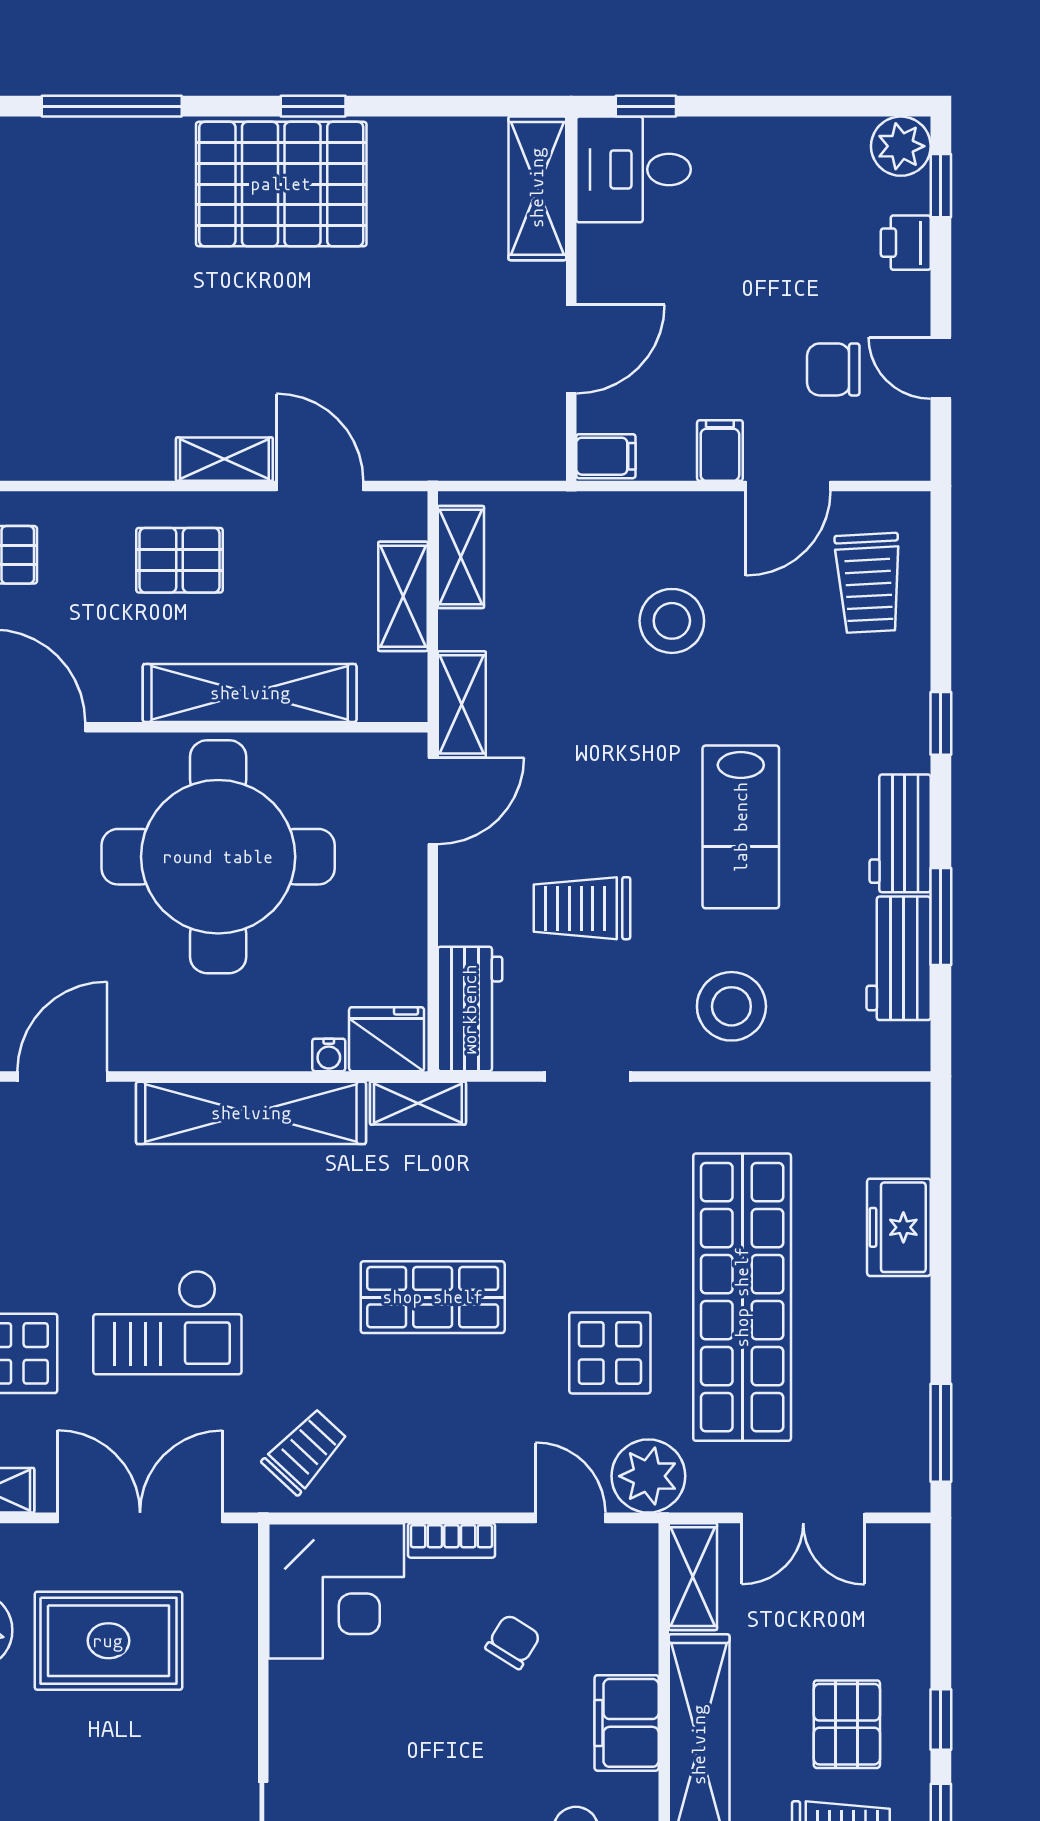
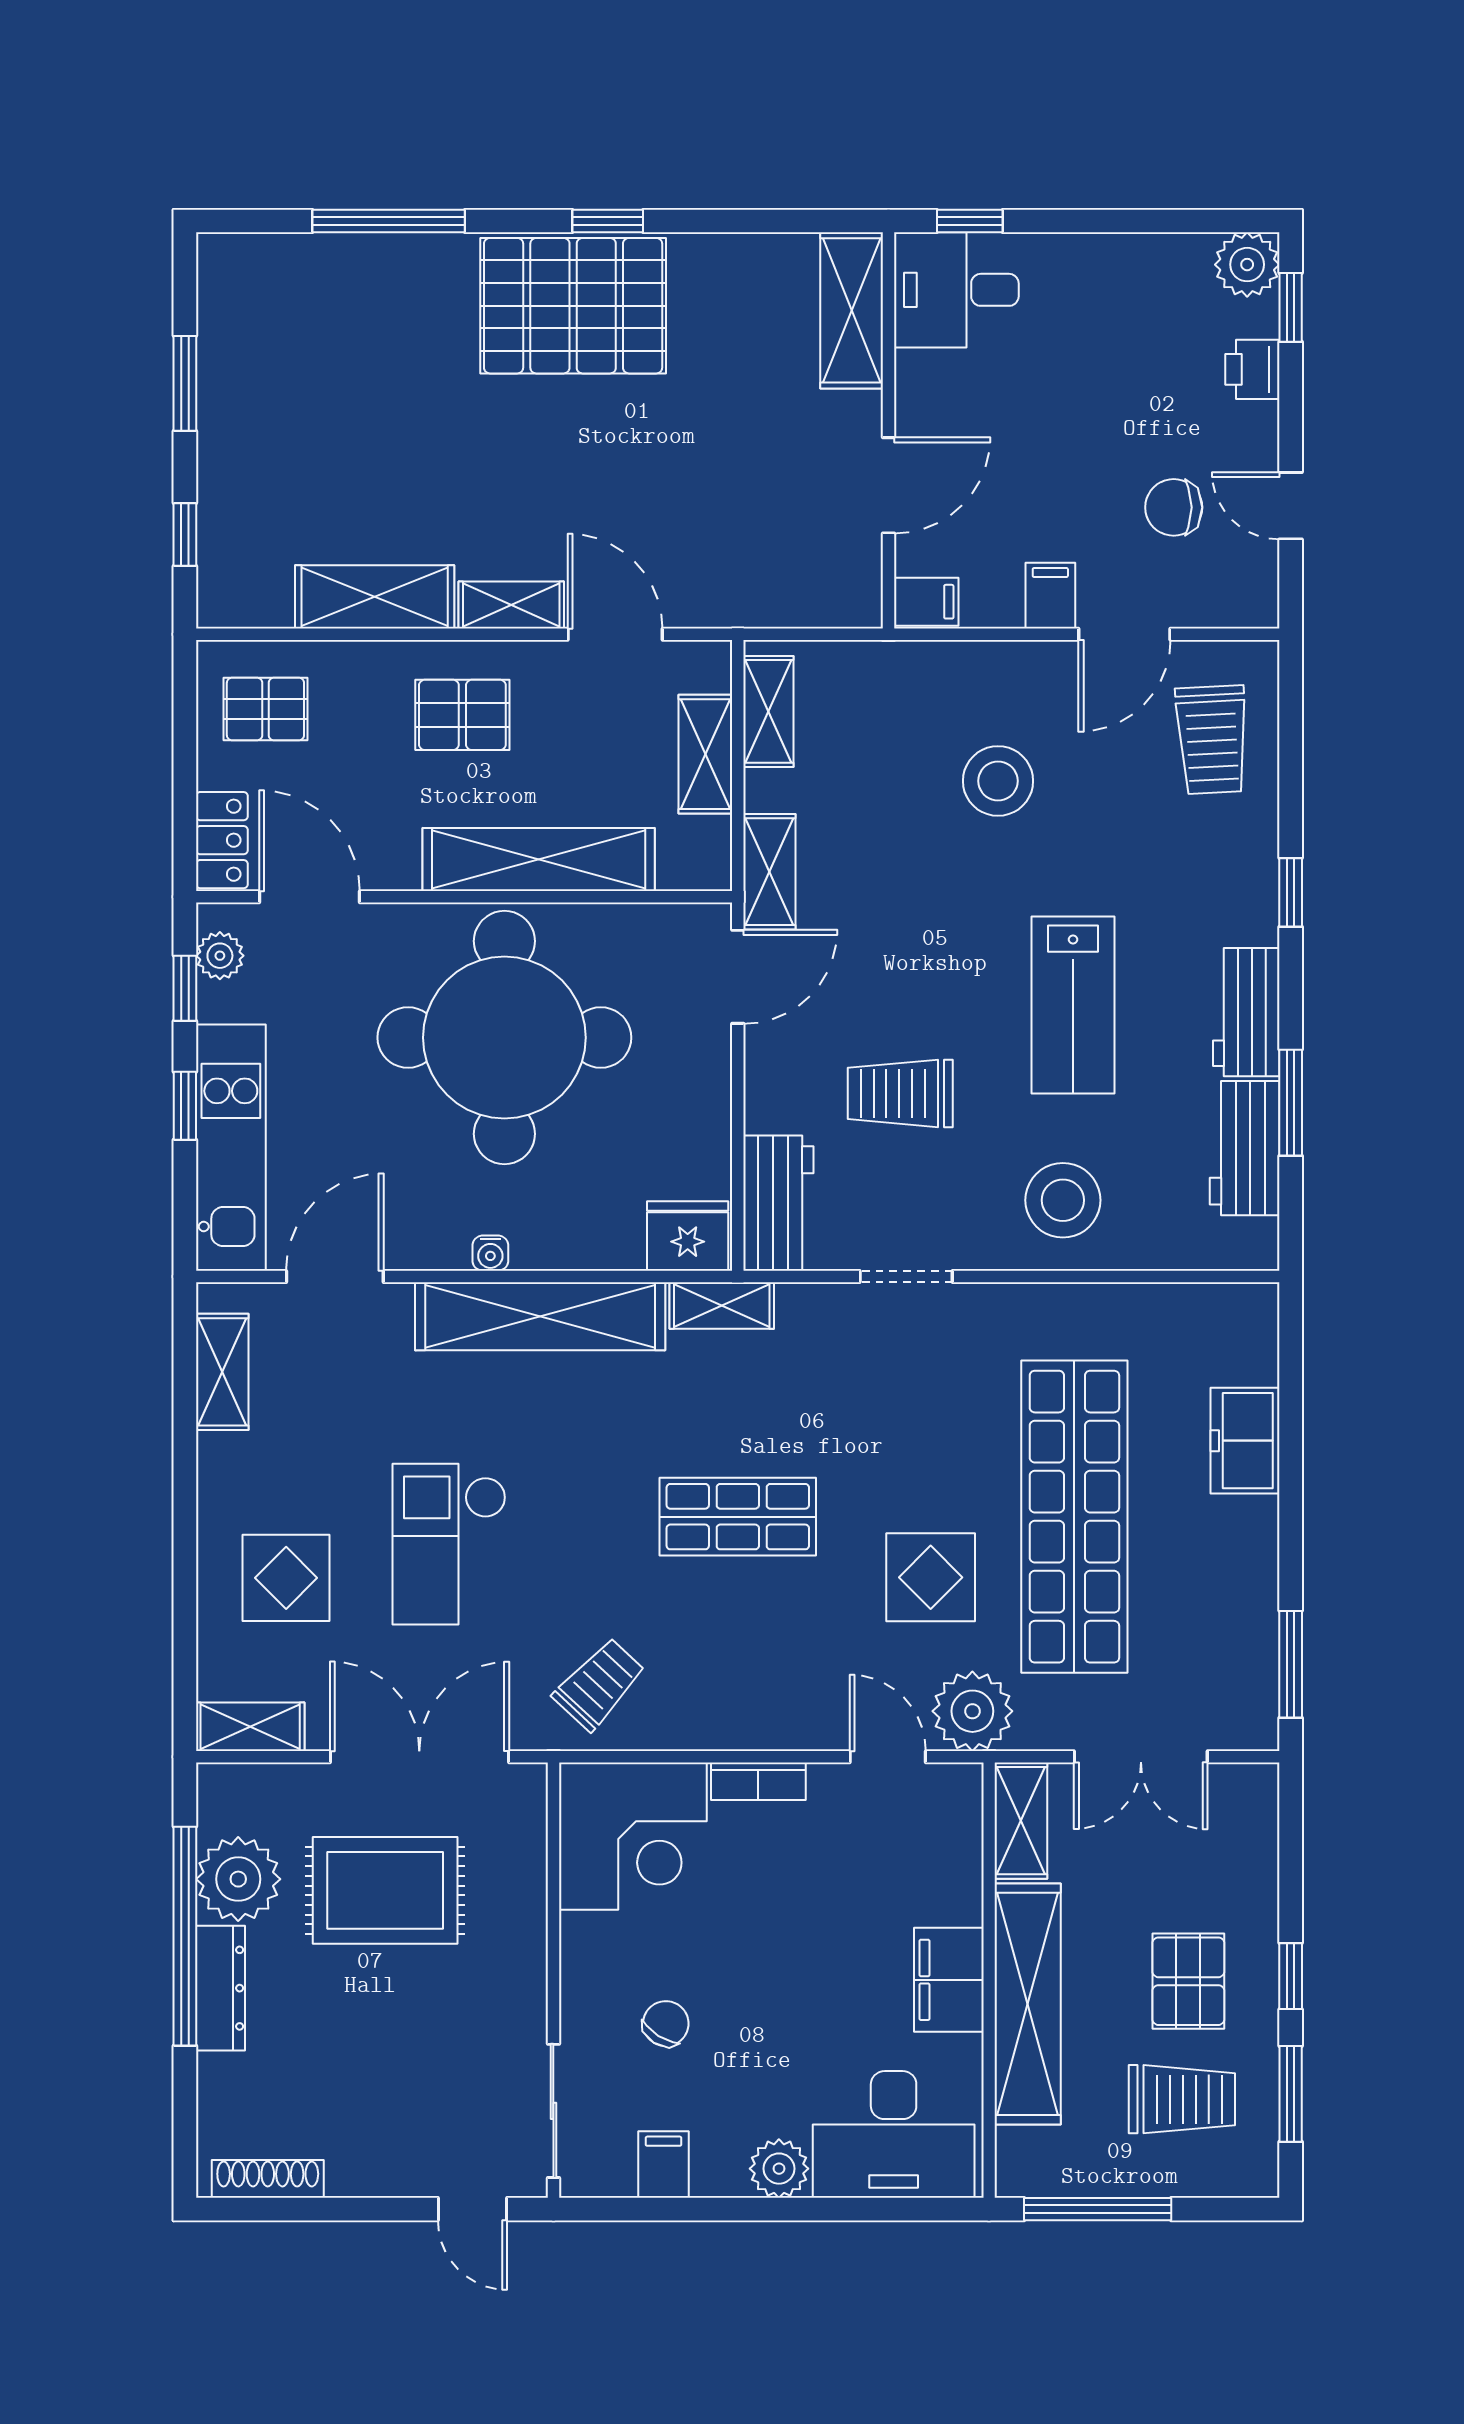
shelving: (99, 452) -> (375, 597), added
water cooler: (329, 1055) -> (490, 1253), moved
checkout: (167, 1322) -> (449, 1544), turned 90
chair: (513, 1642) -> (666, 2024), moved

